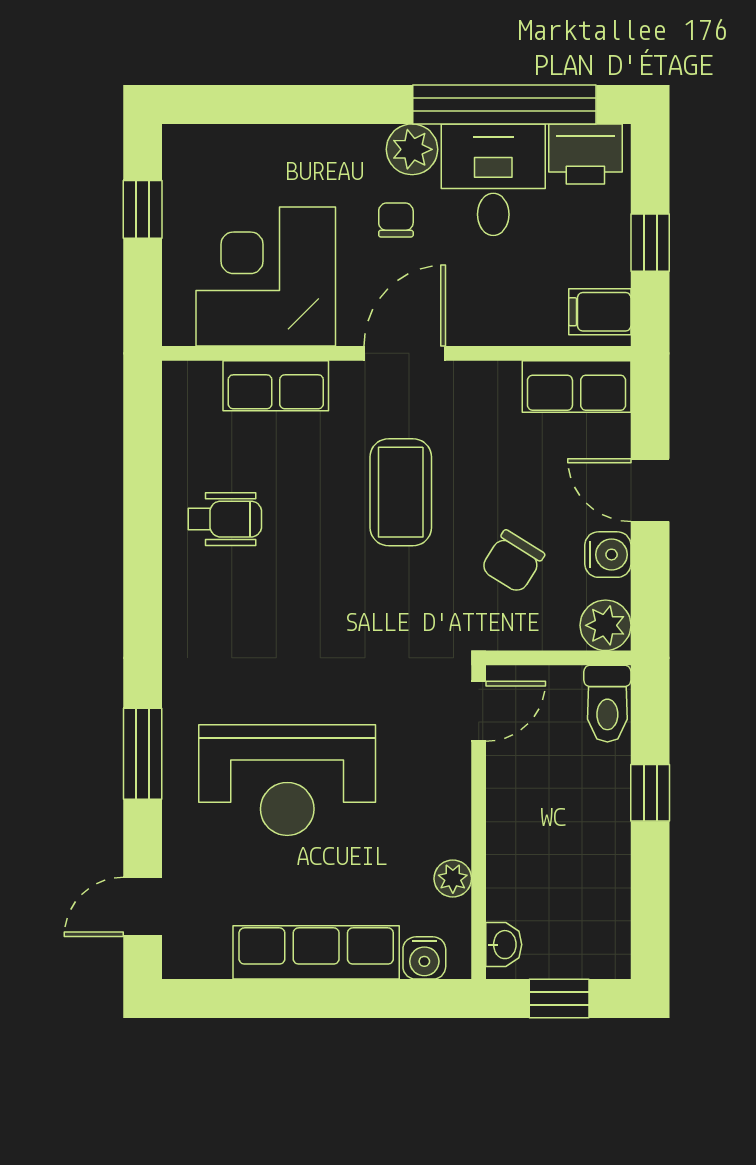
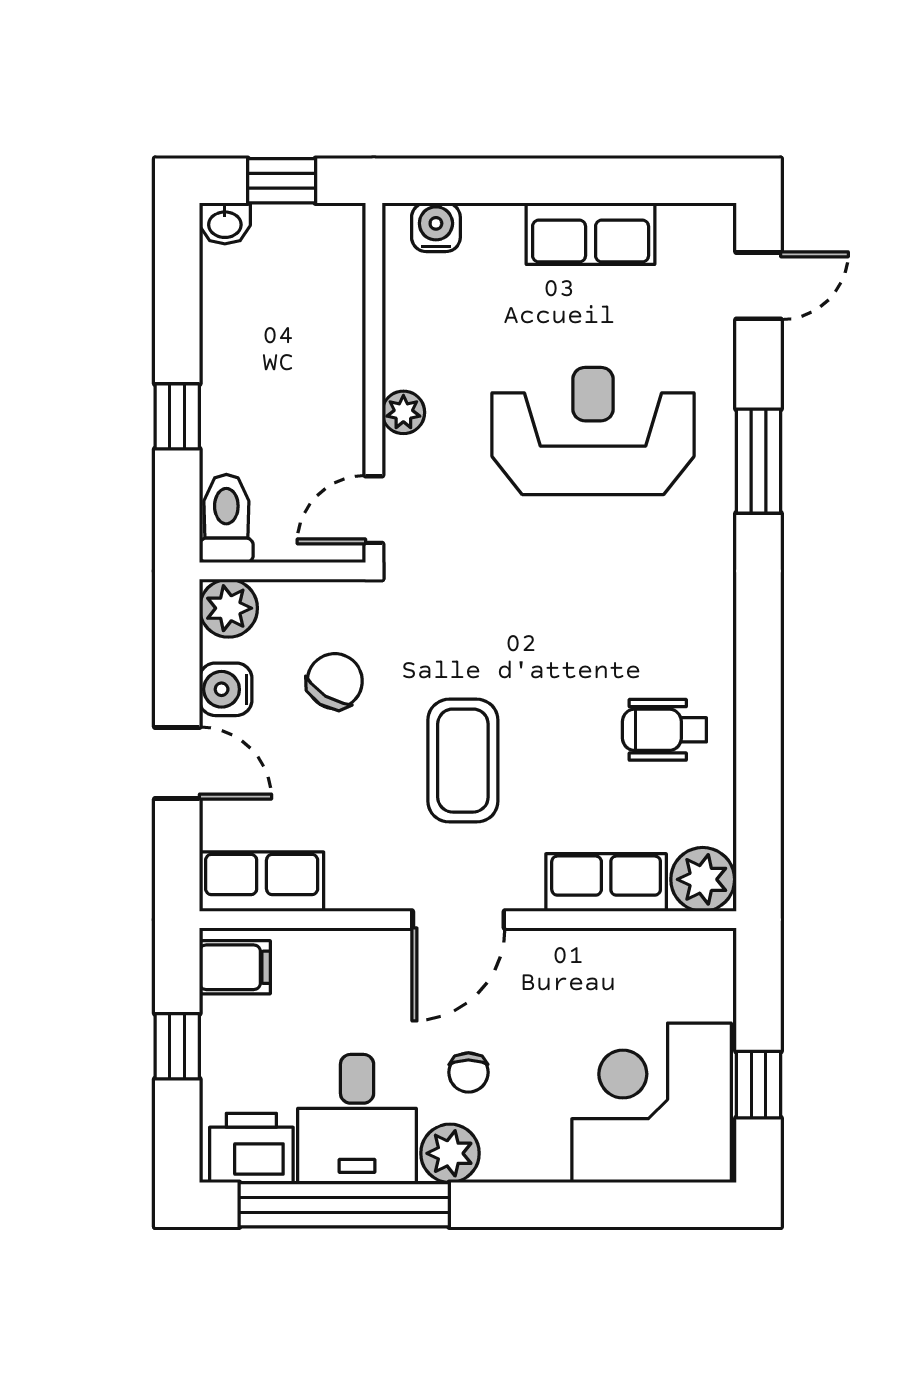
corner desk: (266, 276) -> (652, 1103), moved, turned 180
plant: (191, 388) -> (703, 879), added
plant: (453, 879) -> (403, 412), moved
washbasin: (504, 945) -> (225, 223), moved, turned -90
row of seats: (316, 952) -> (591, 234), width x0.68

